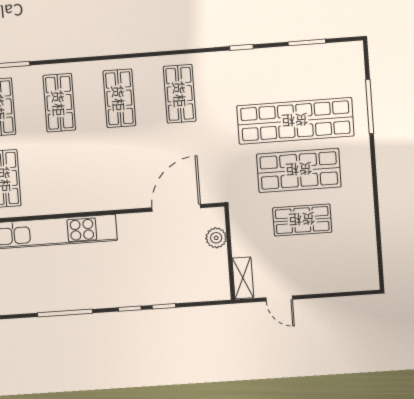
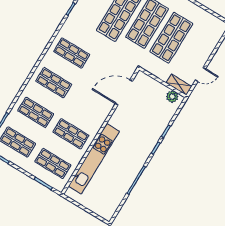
shop shelf: (65, 174) -> (71, 134), added
door: (176, 208) -> (124, 92), hinge flipped
shop shelf: (302, 220) -> (171, 38), width x1.43, depth x1.36
plant: (216, 238) -> (172, 97), moved

